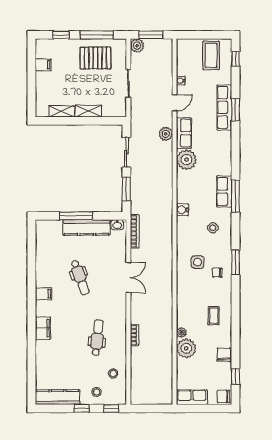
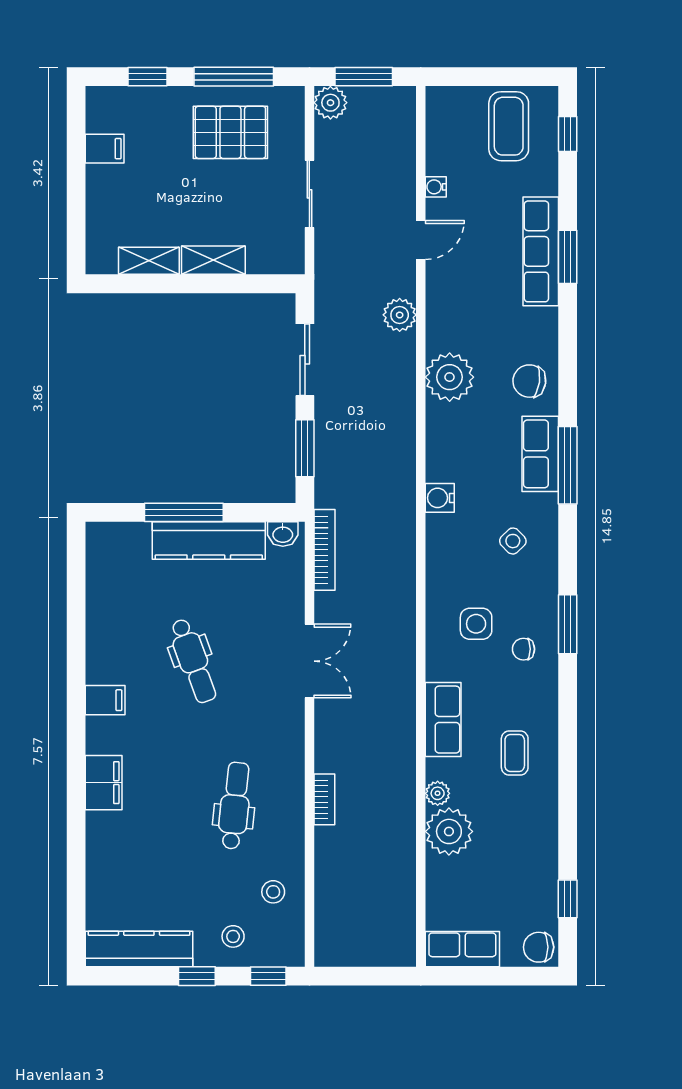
row of seats: (184, 133) -> (443, 720), moved
chair: (224, 355) -> (529, 381), moved, turned -82

